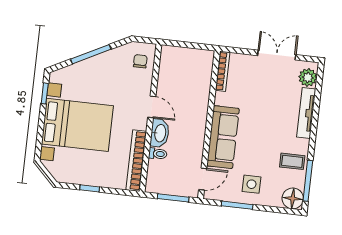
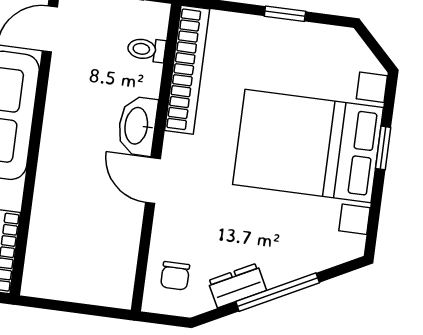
dresser: (110, 57) -> (237, 286), added
window: (45, 93) -> (383, 148), moved
toilet: (158, 154) -> (146, 50), moved

